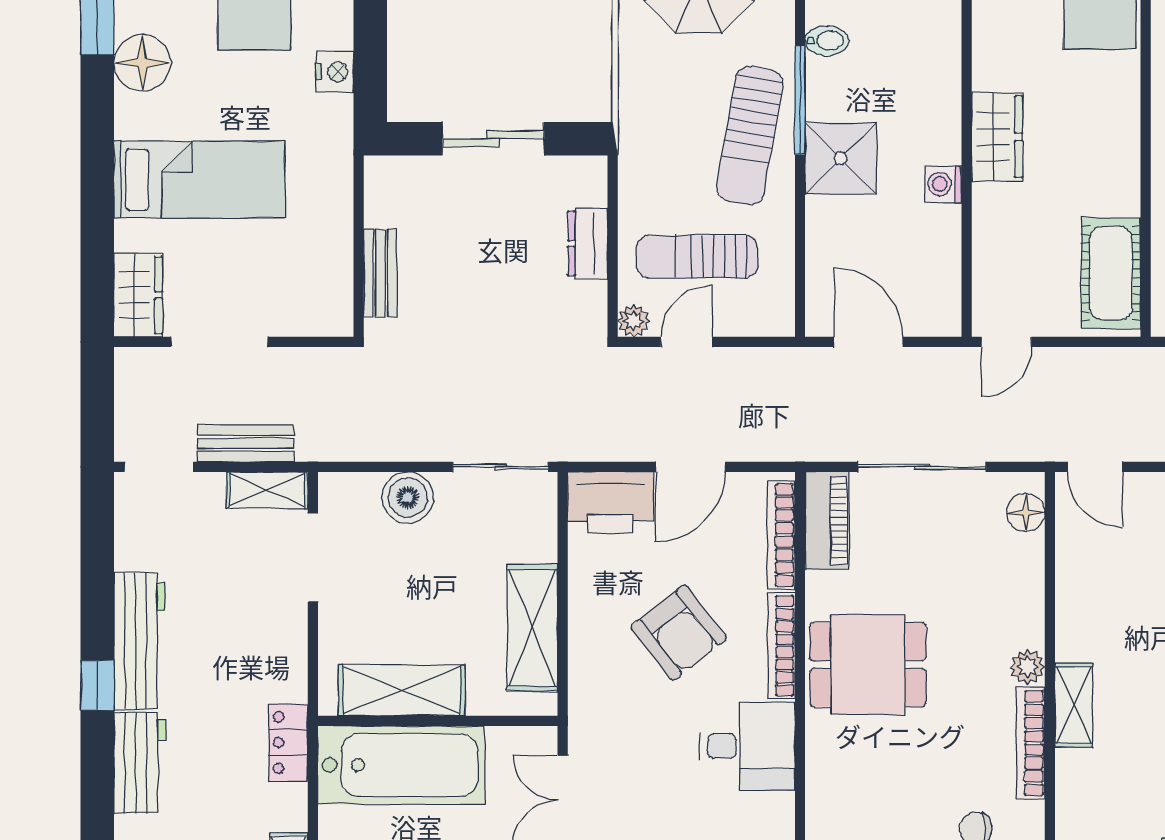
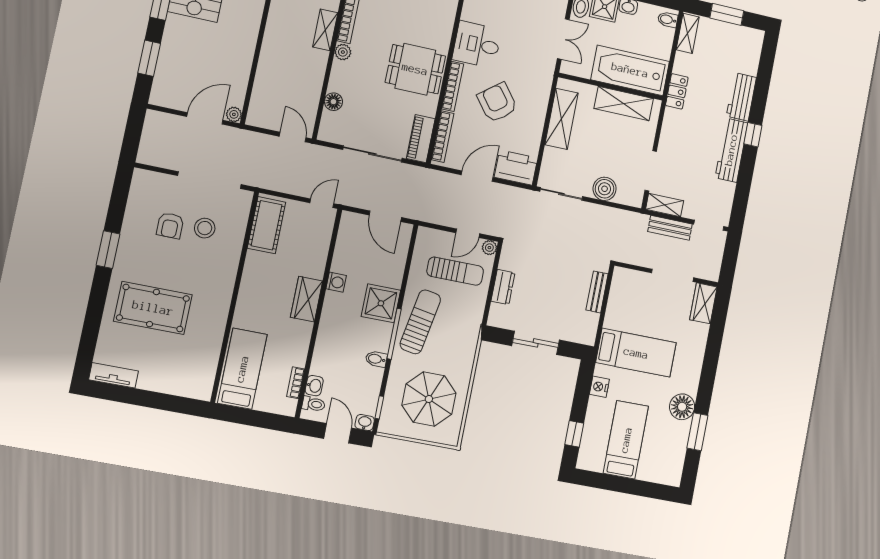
bed: (199, 179) -> (636, 353), moved, turned 180
floor lamp: (1026, 512) -> (333, 102), moved

